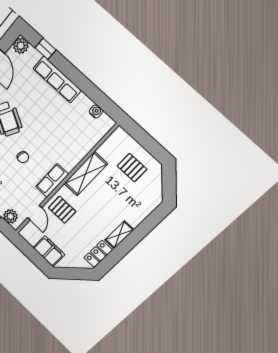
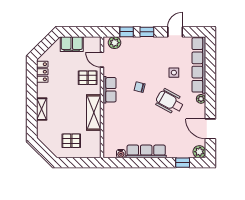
row of seats: (57, 80) -> (146, 151), moved
shelving: (119, 235) -> (42, 109), moved

